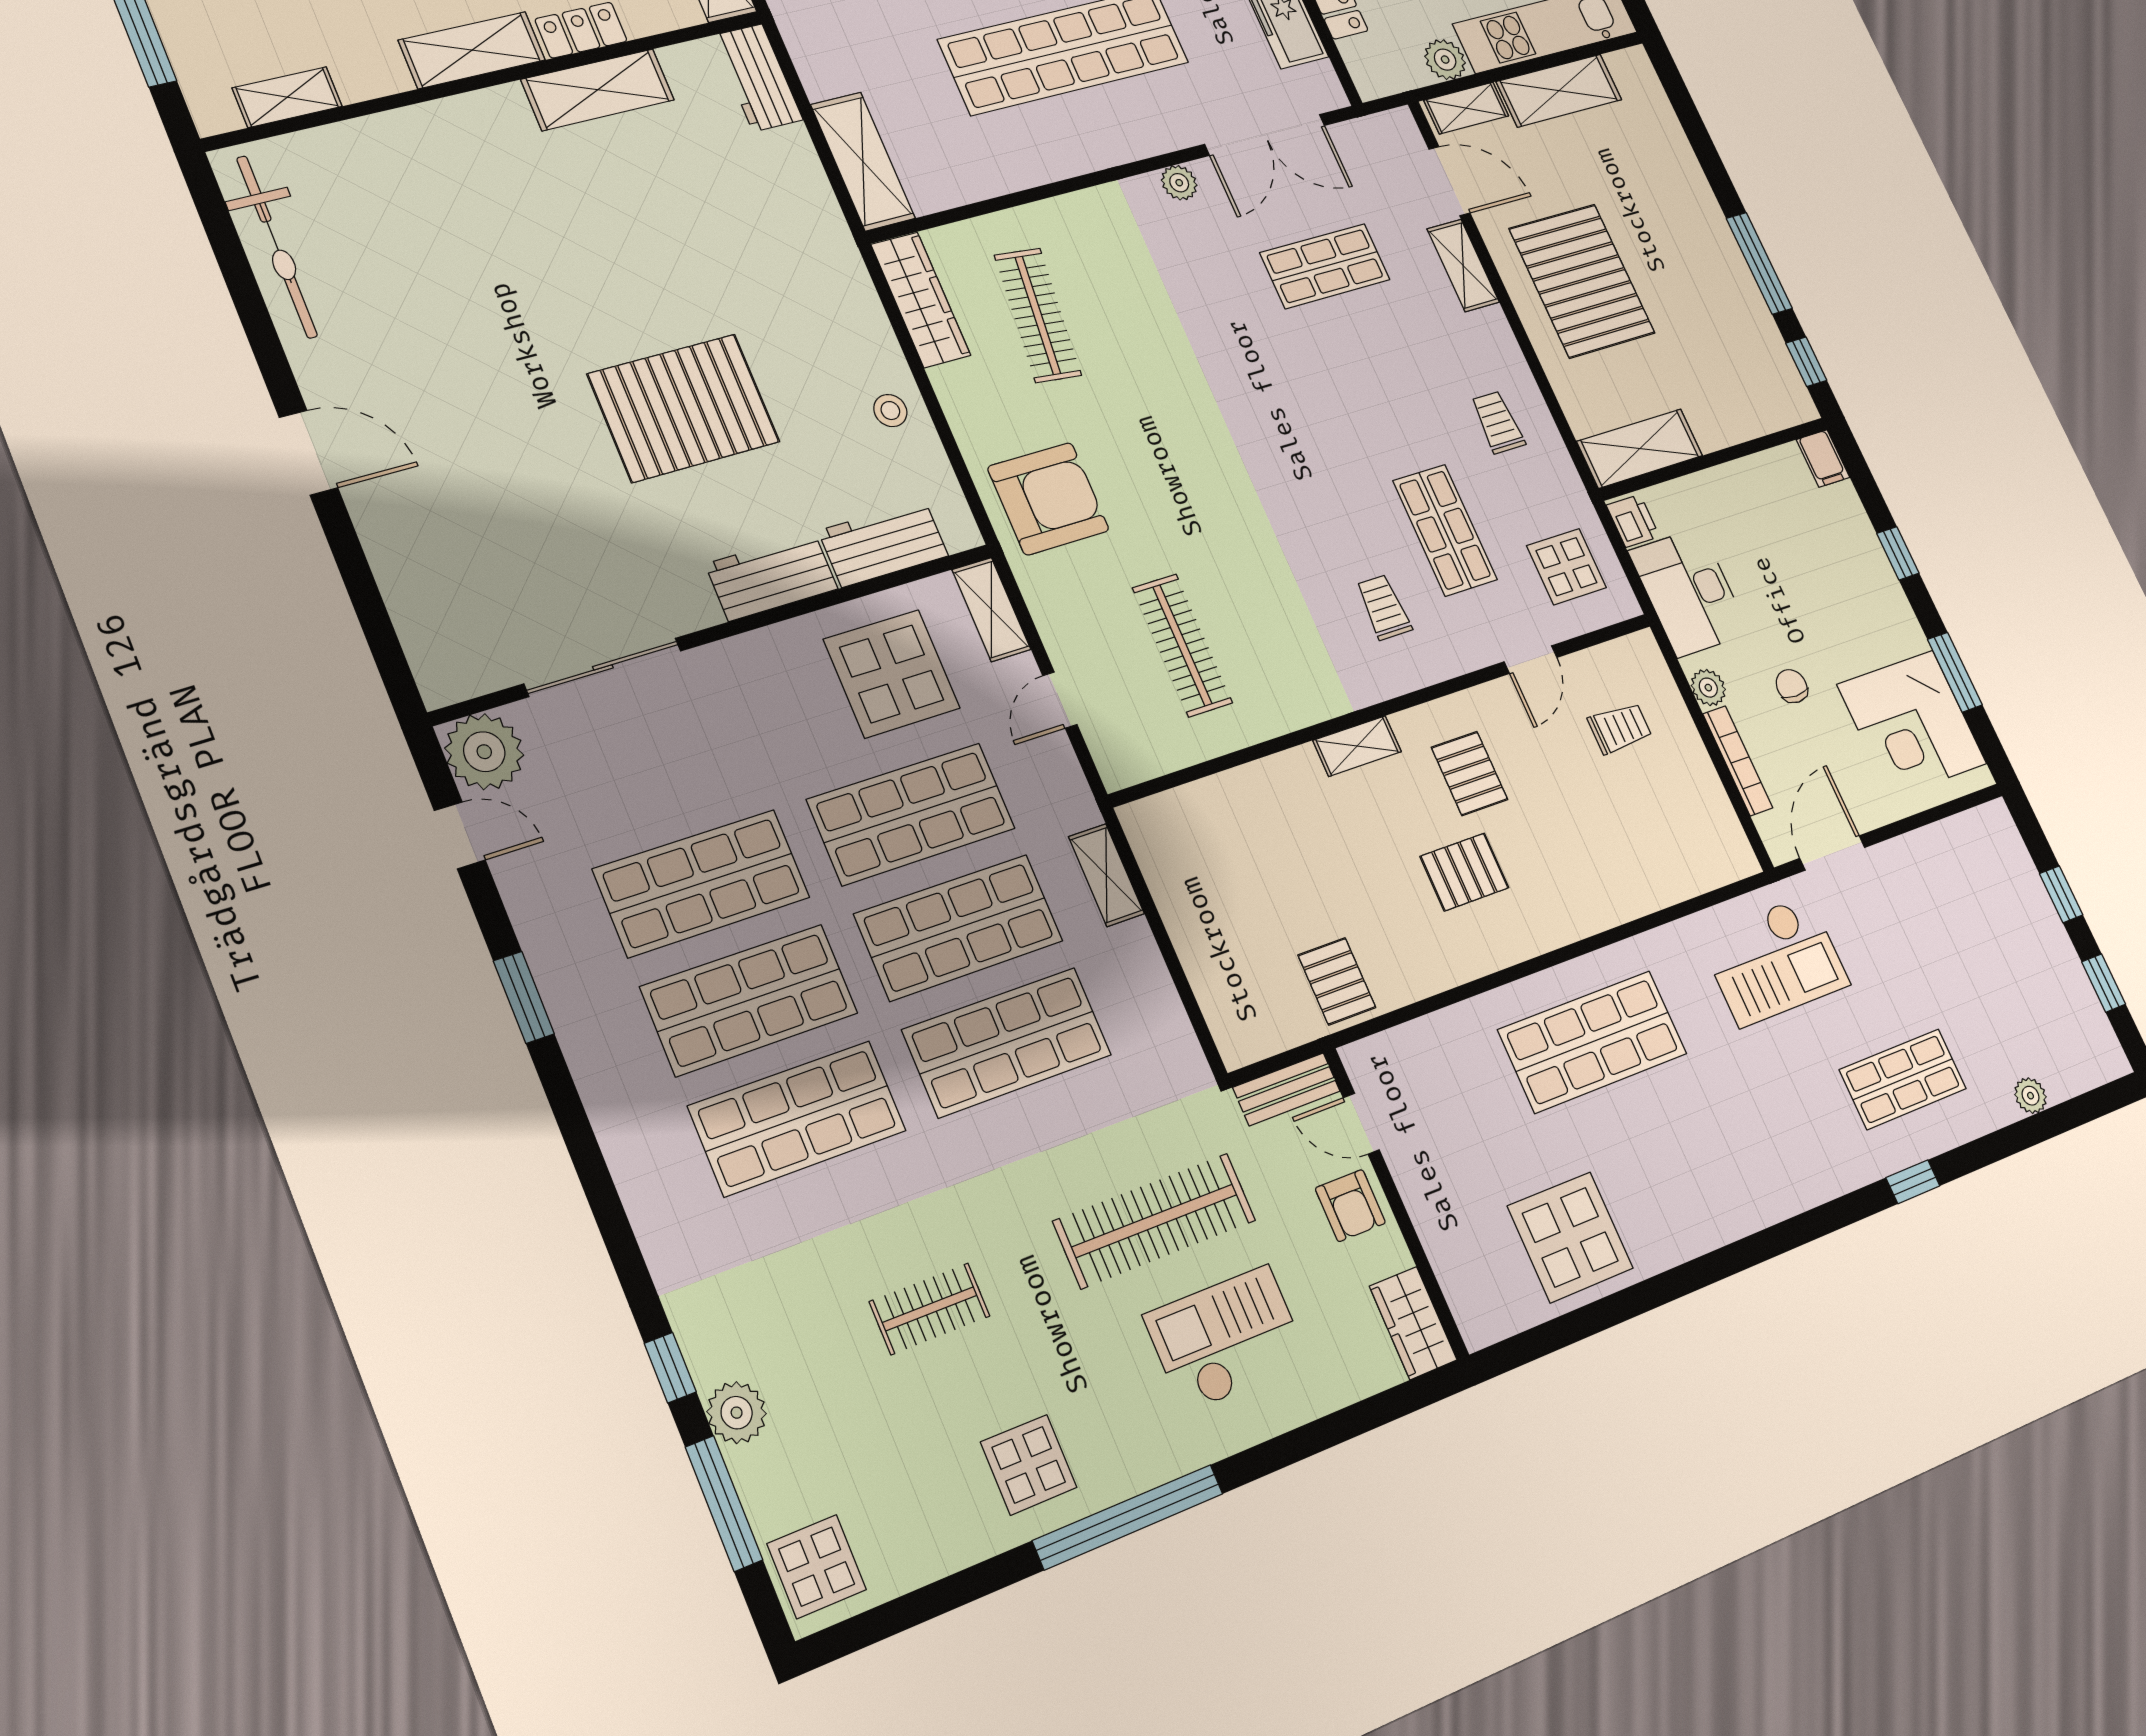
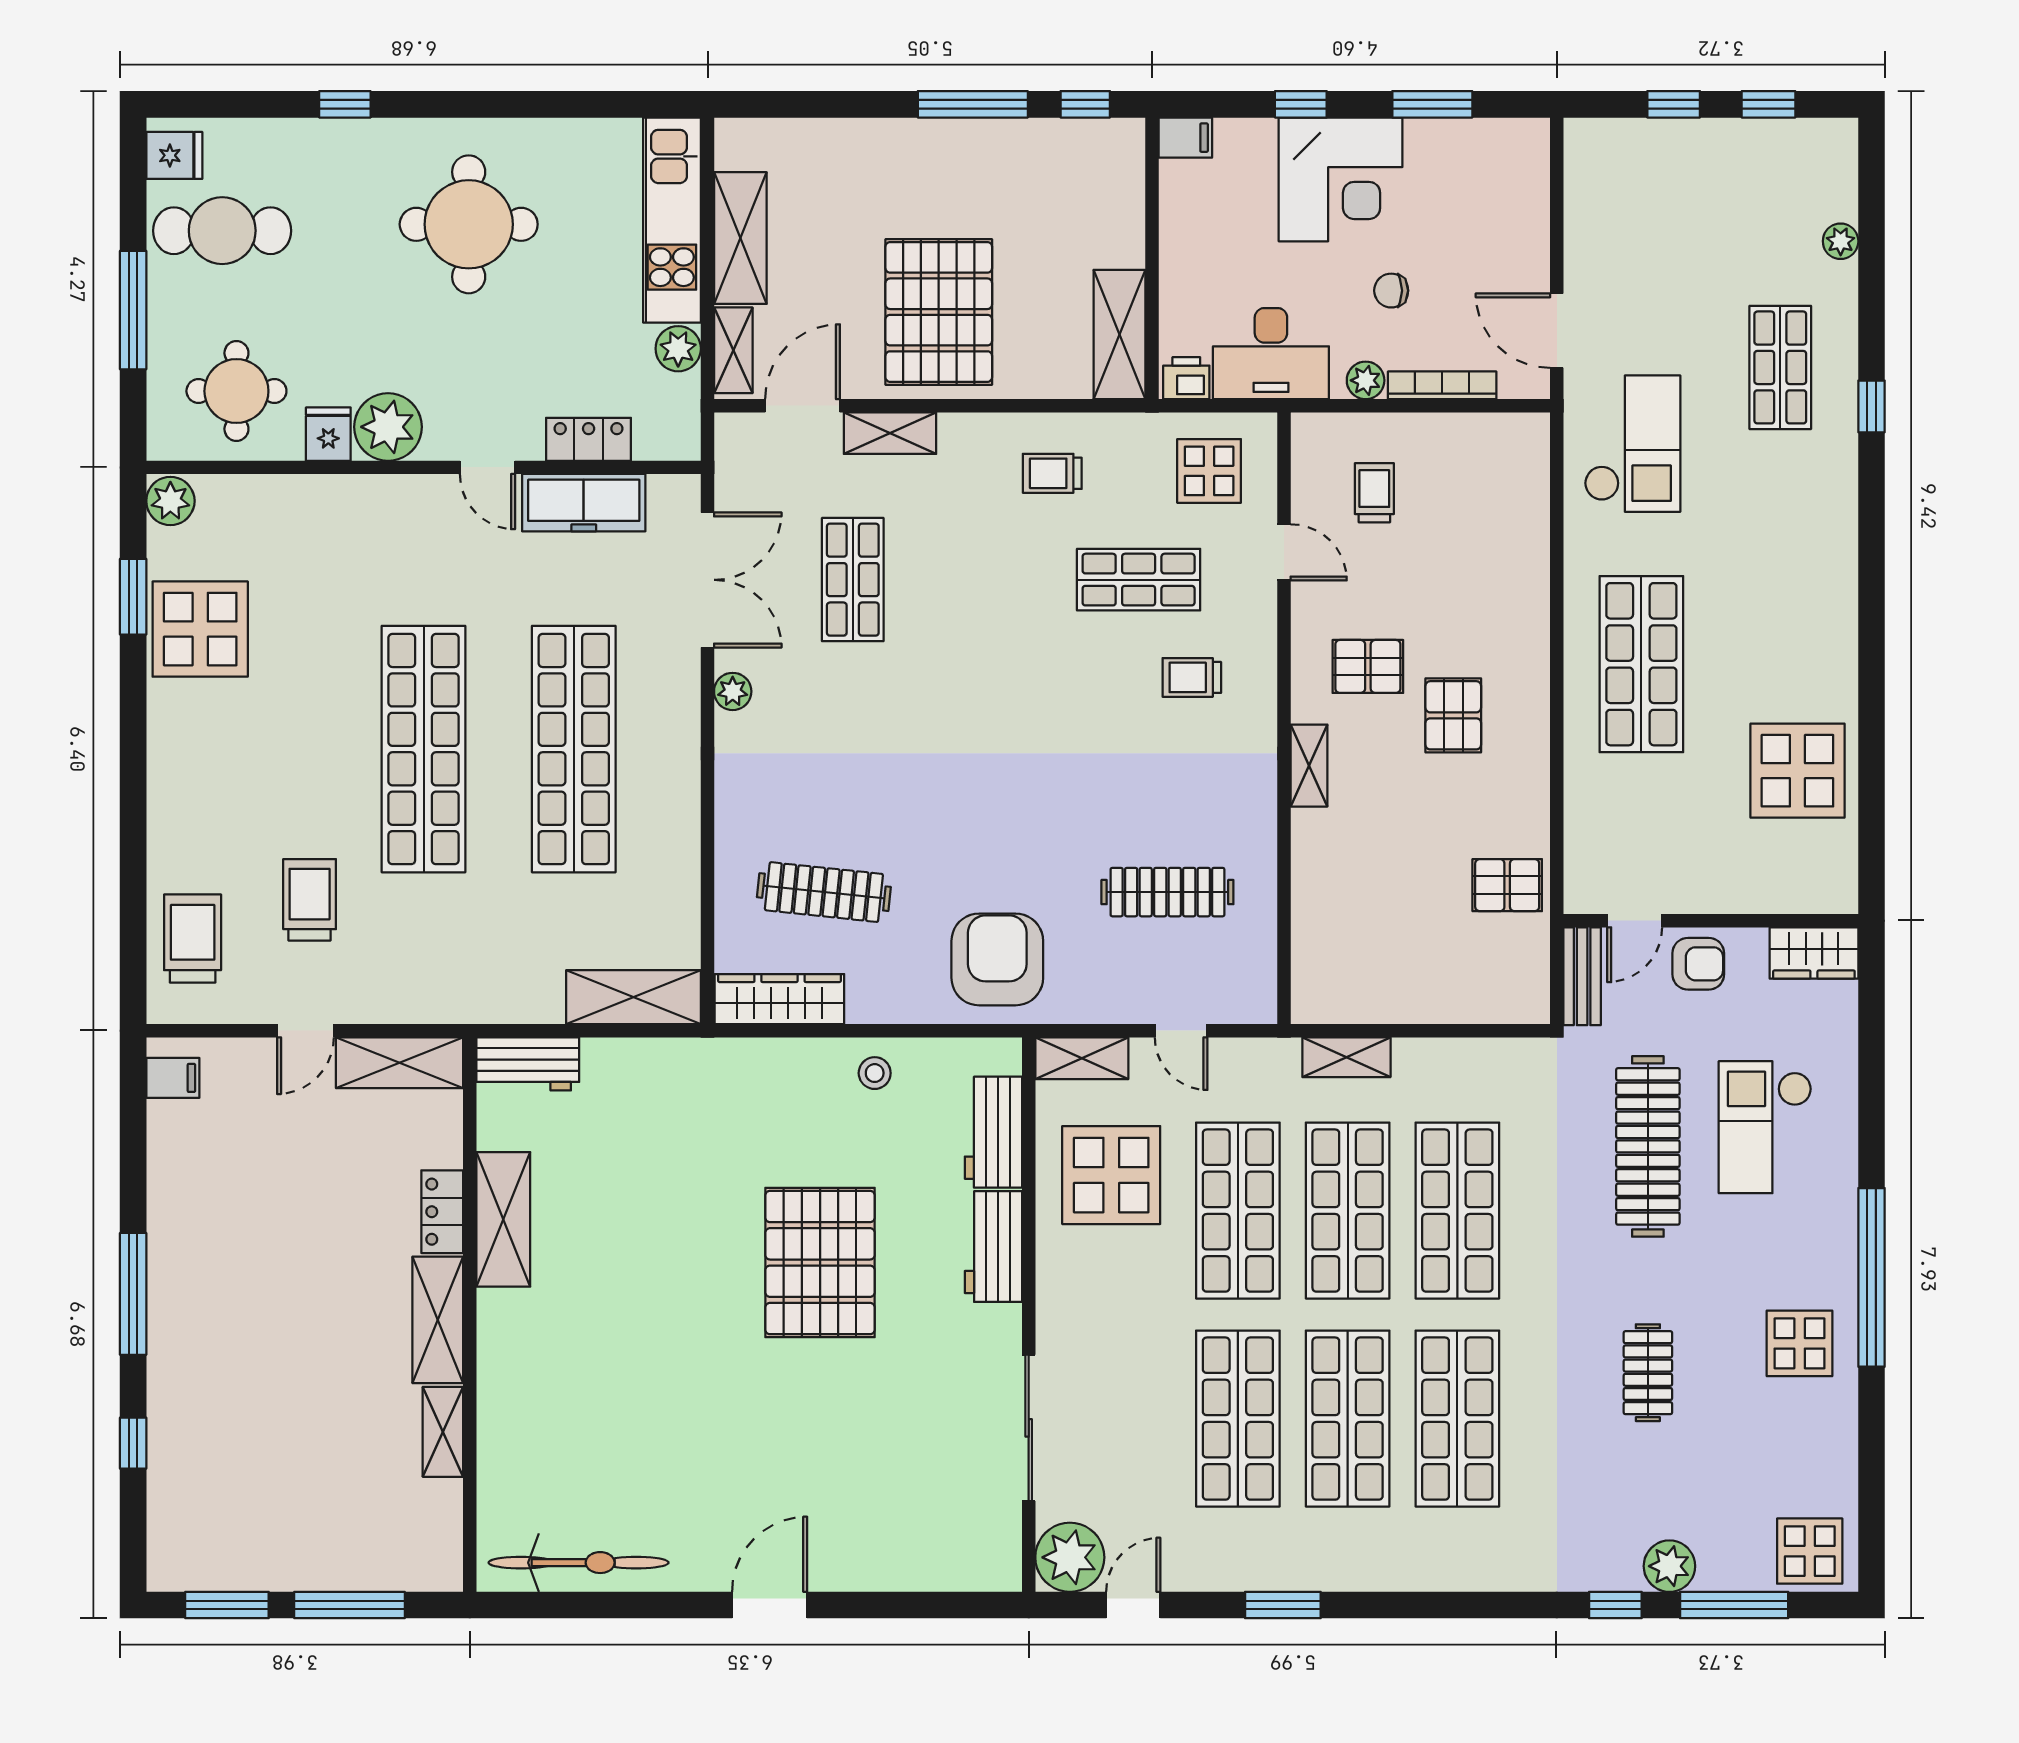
shelving: (287, 97) -> (443, 1432), moved
pallet: (1582, 281) -> (939, 312), turned 90
corner desk: (1912, 724) -> (1341, 179), moved

